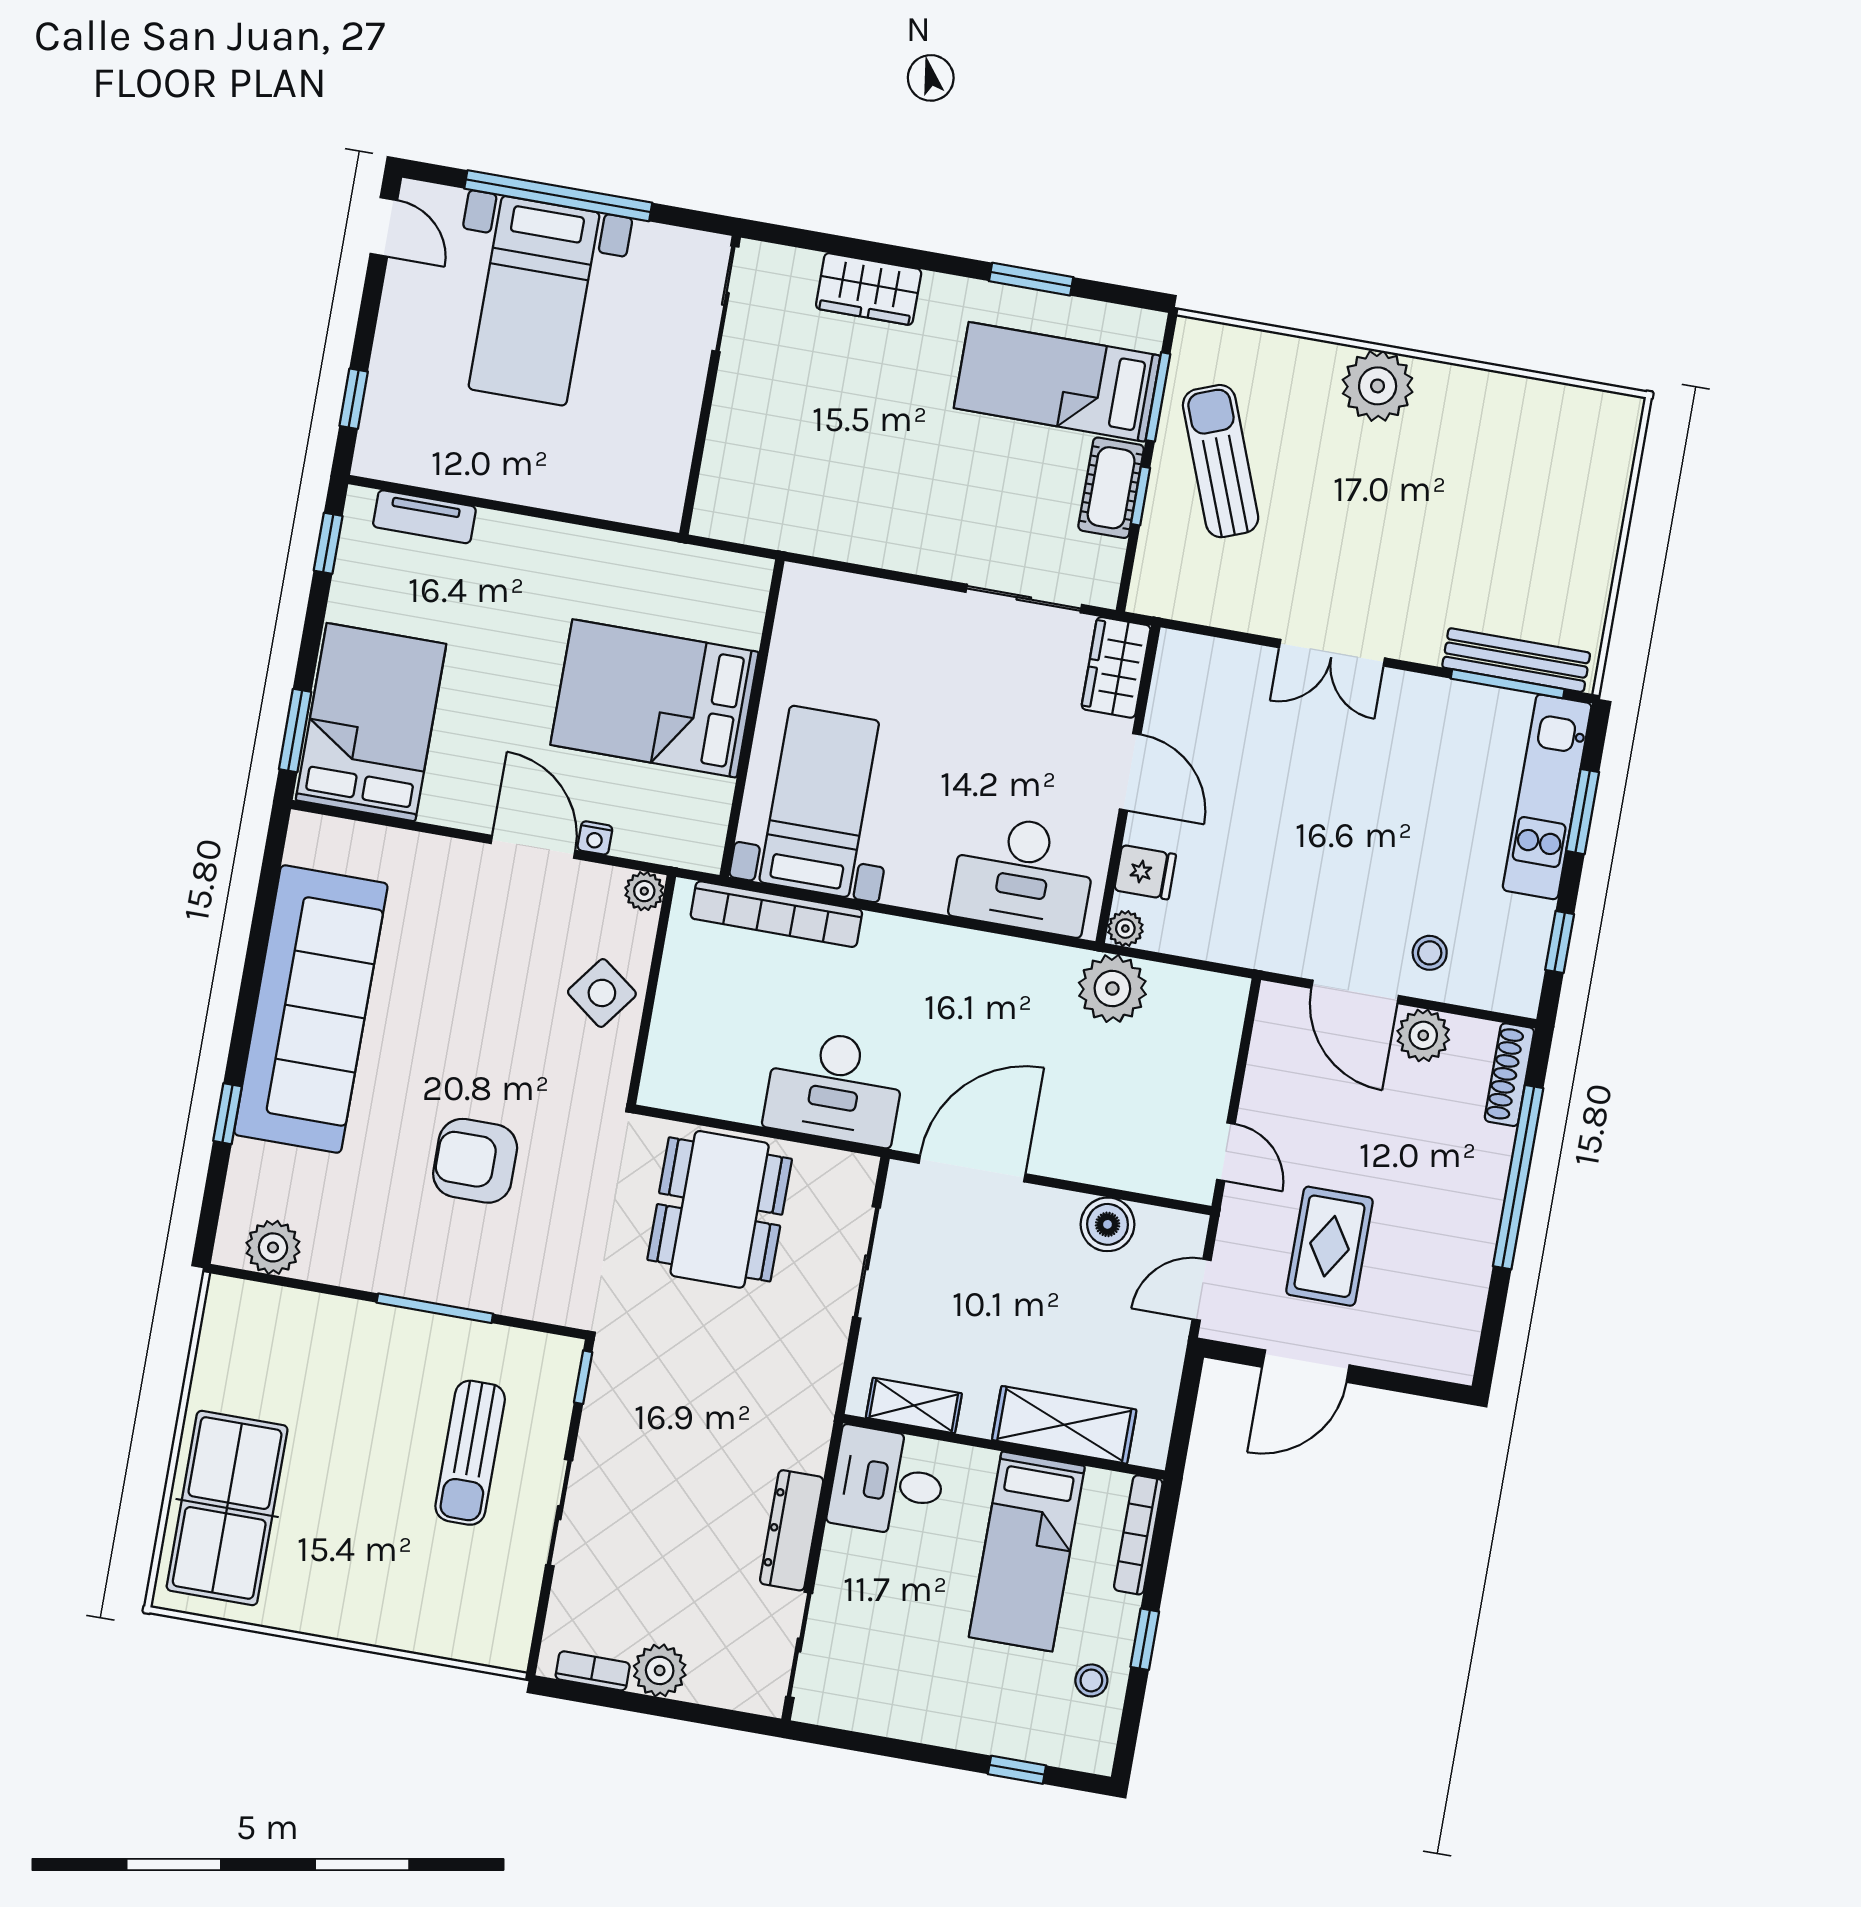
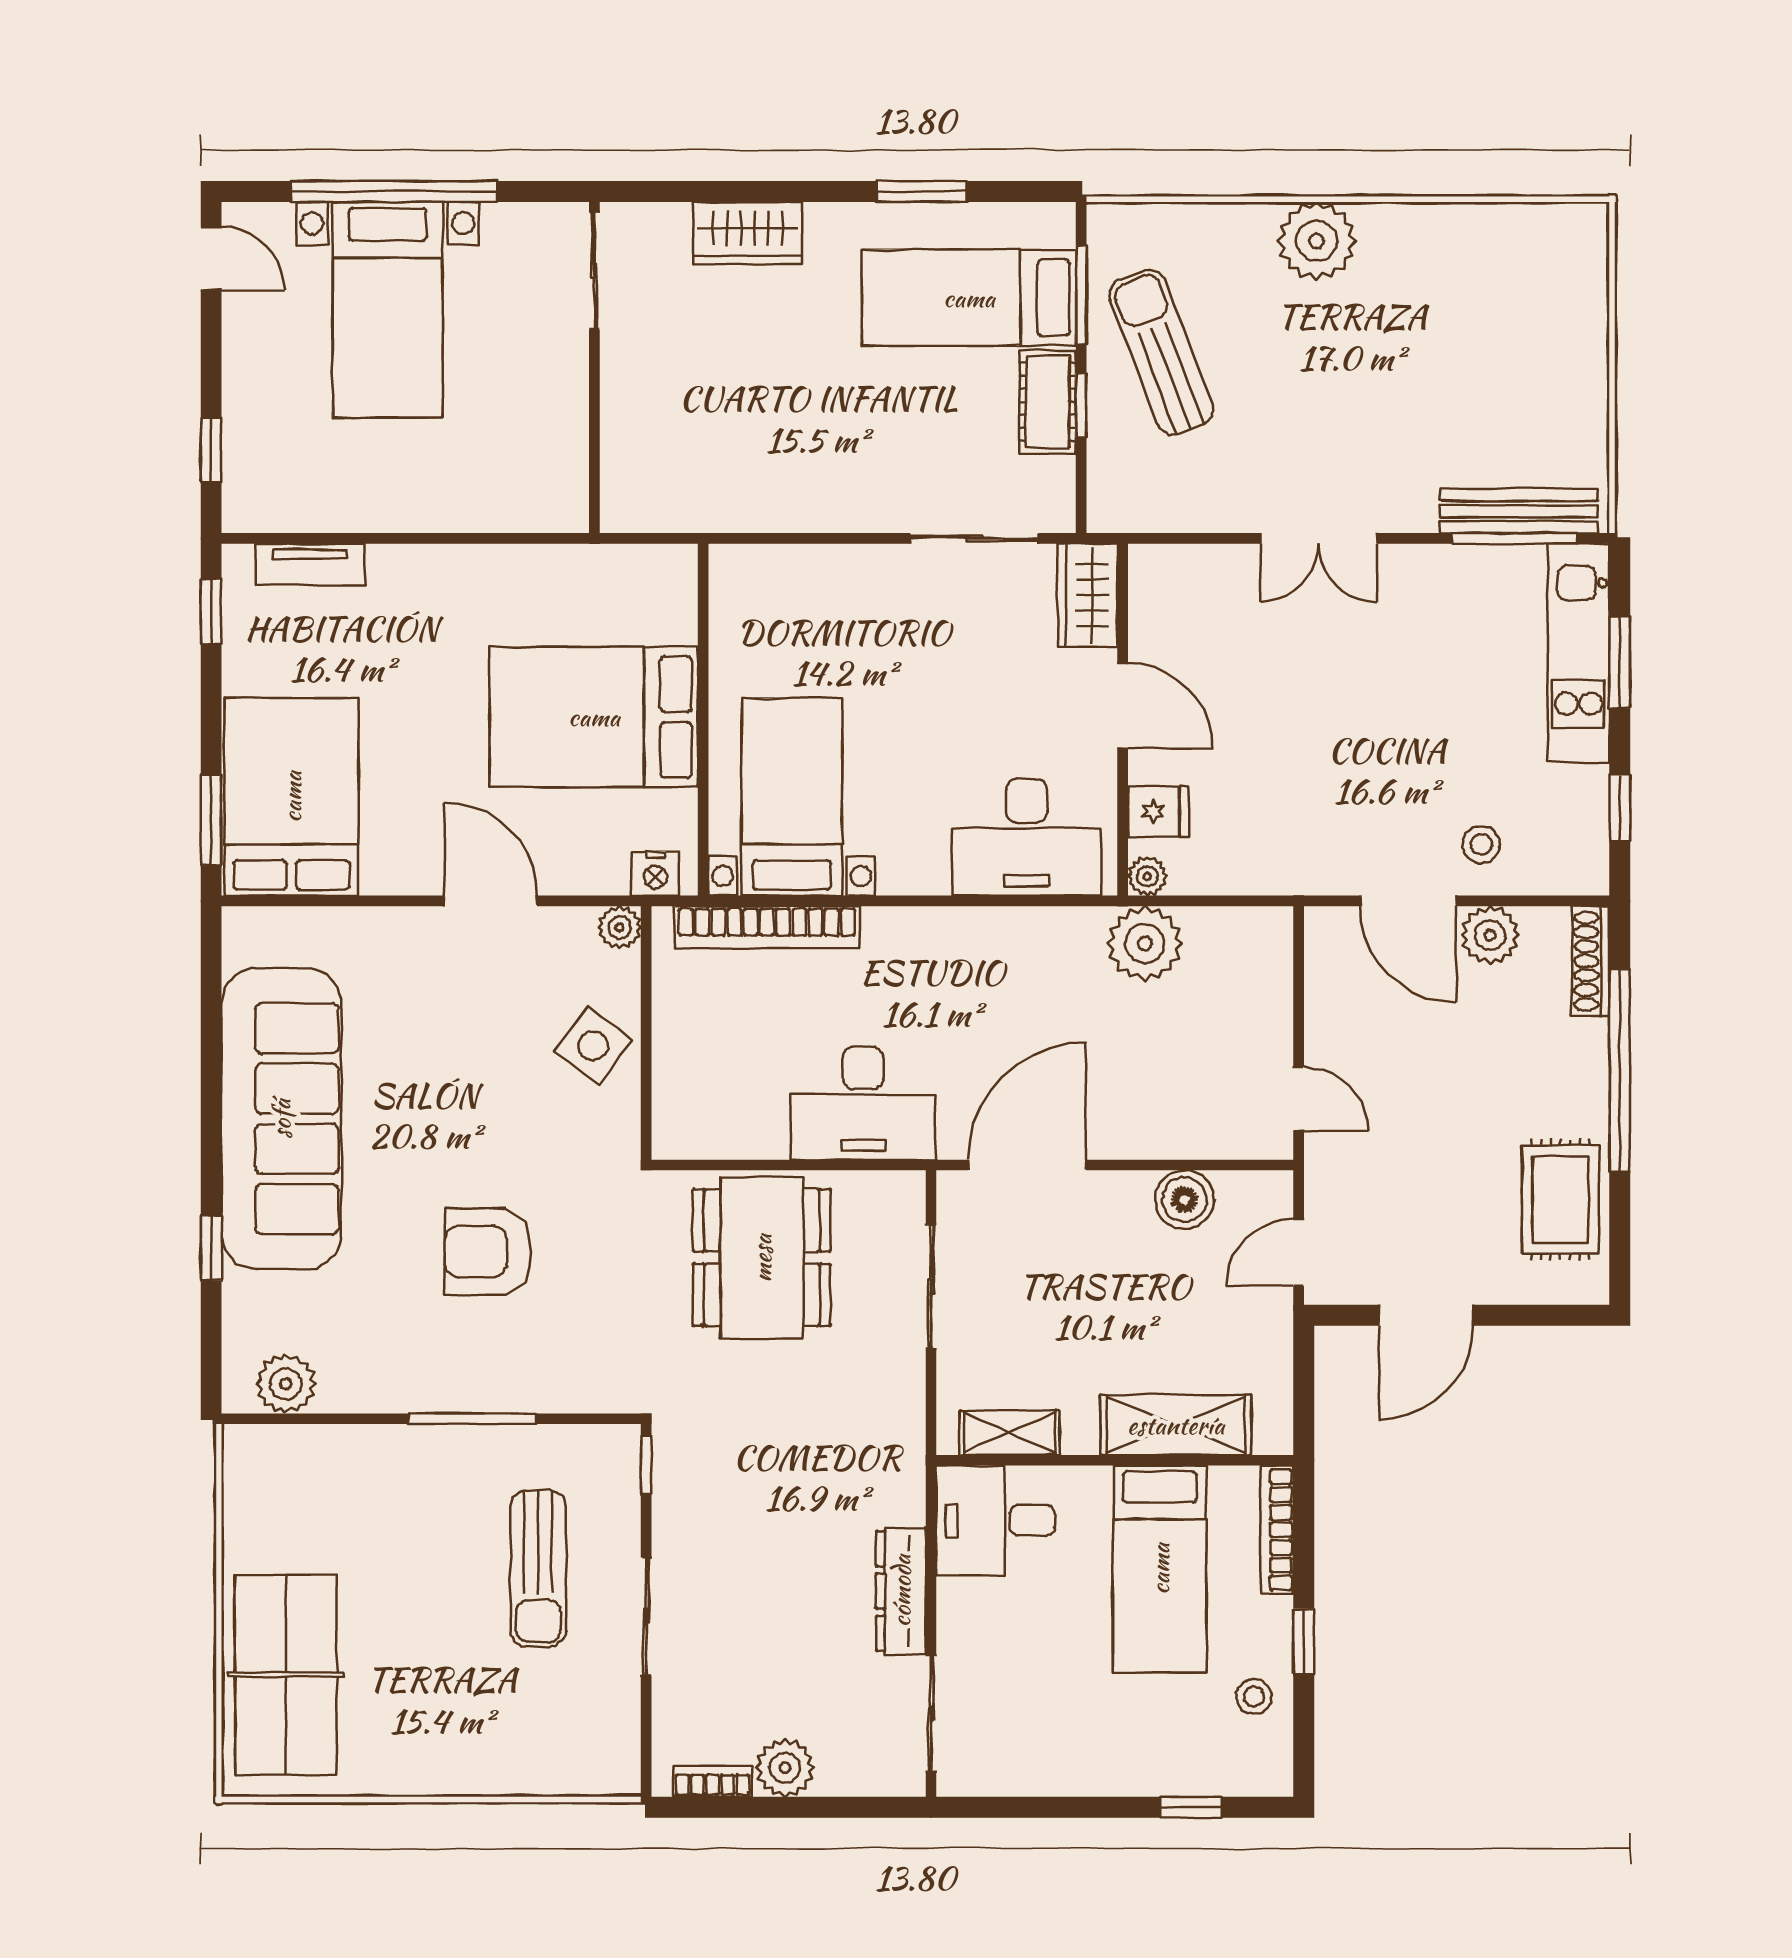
nightstand: (595, 838) -> (656, 874), moved, width x1.39, depth x1.35
rug: (1329, 1246) -> (1560, 1199), moved

